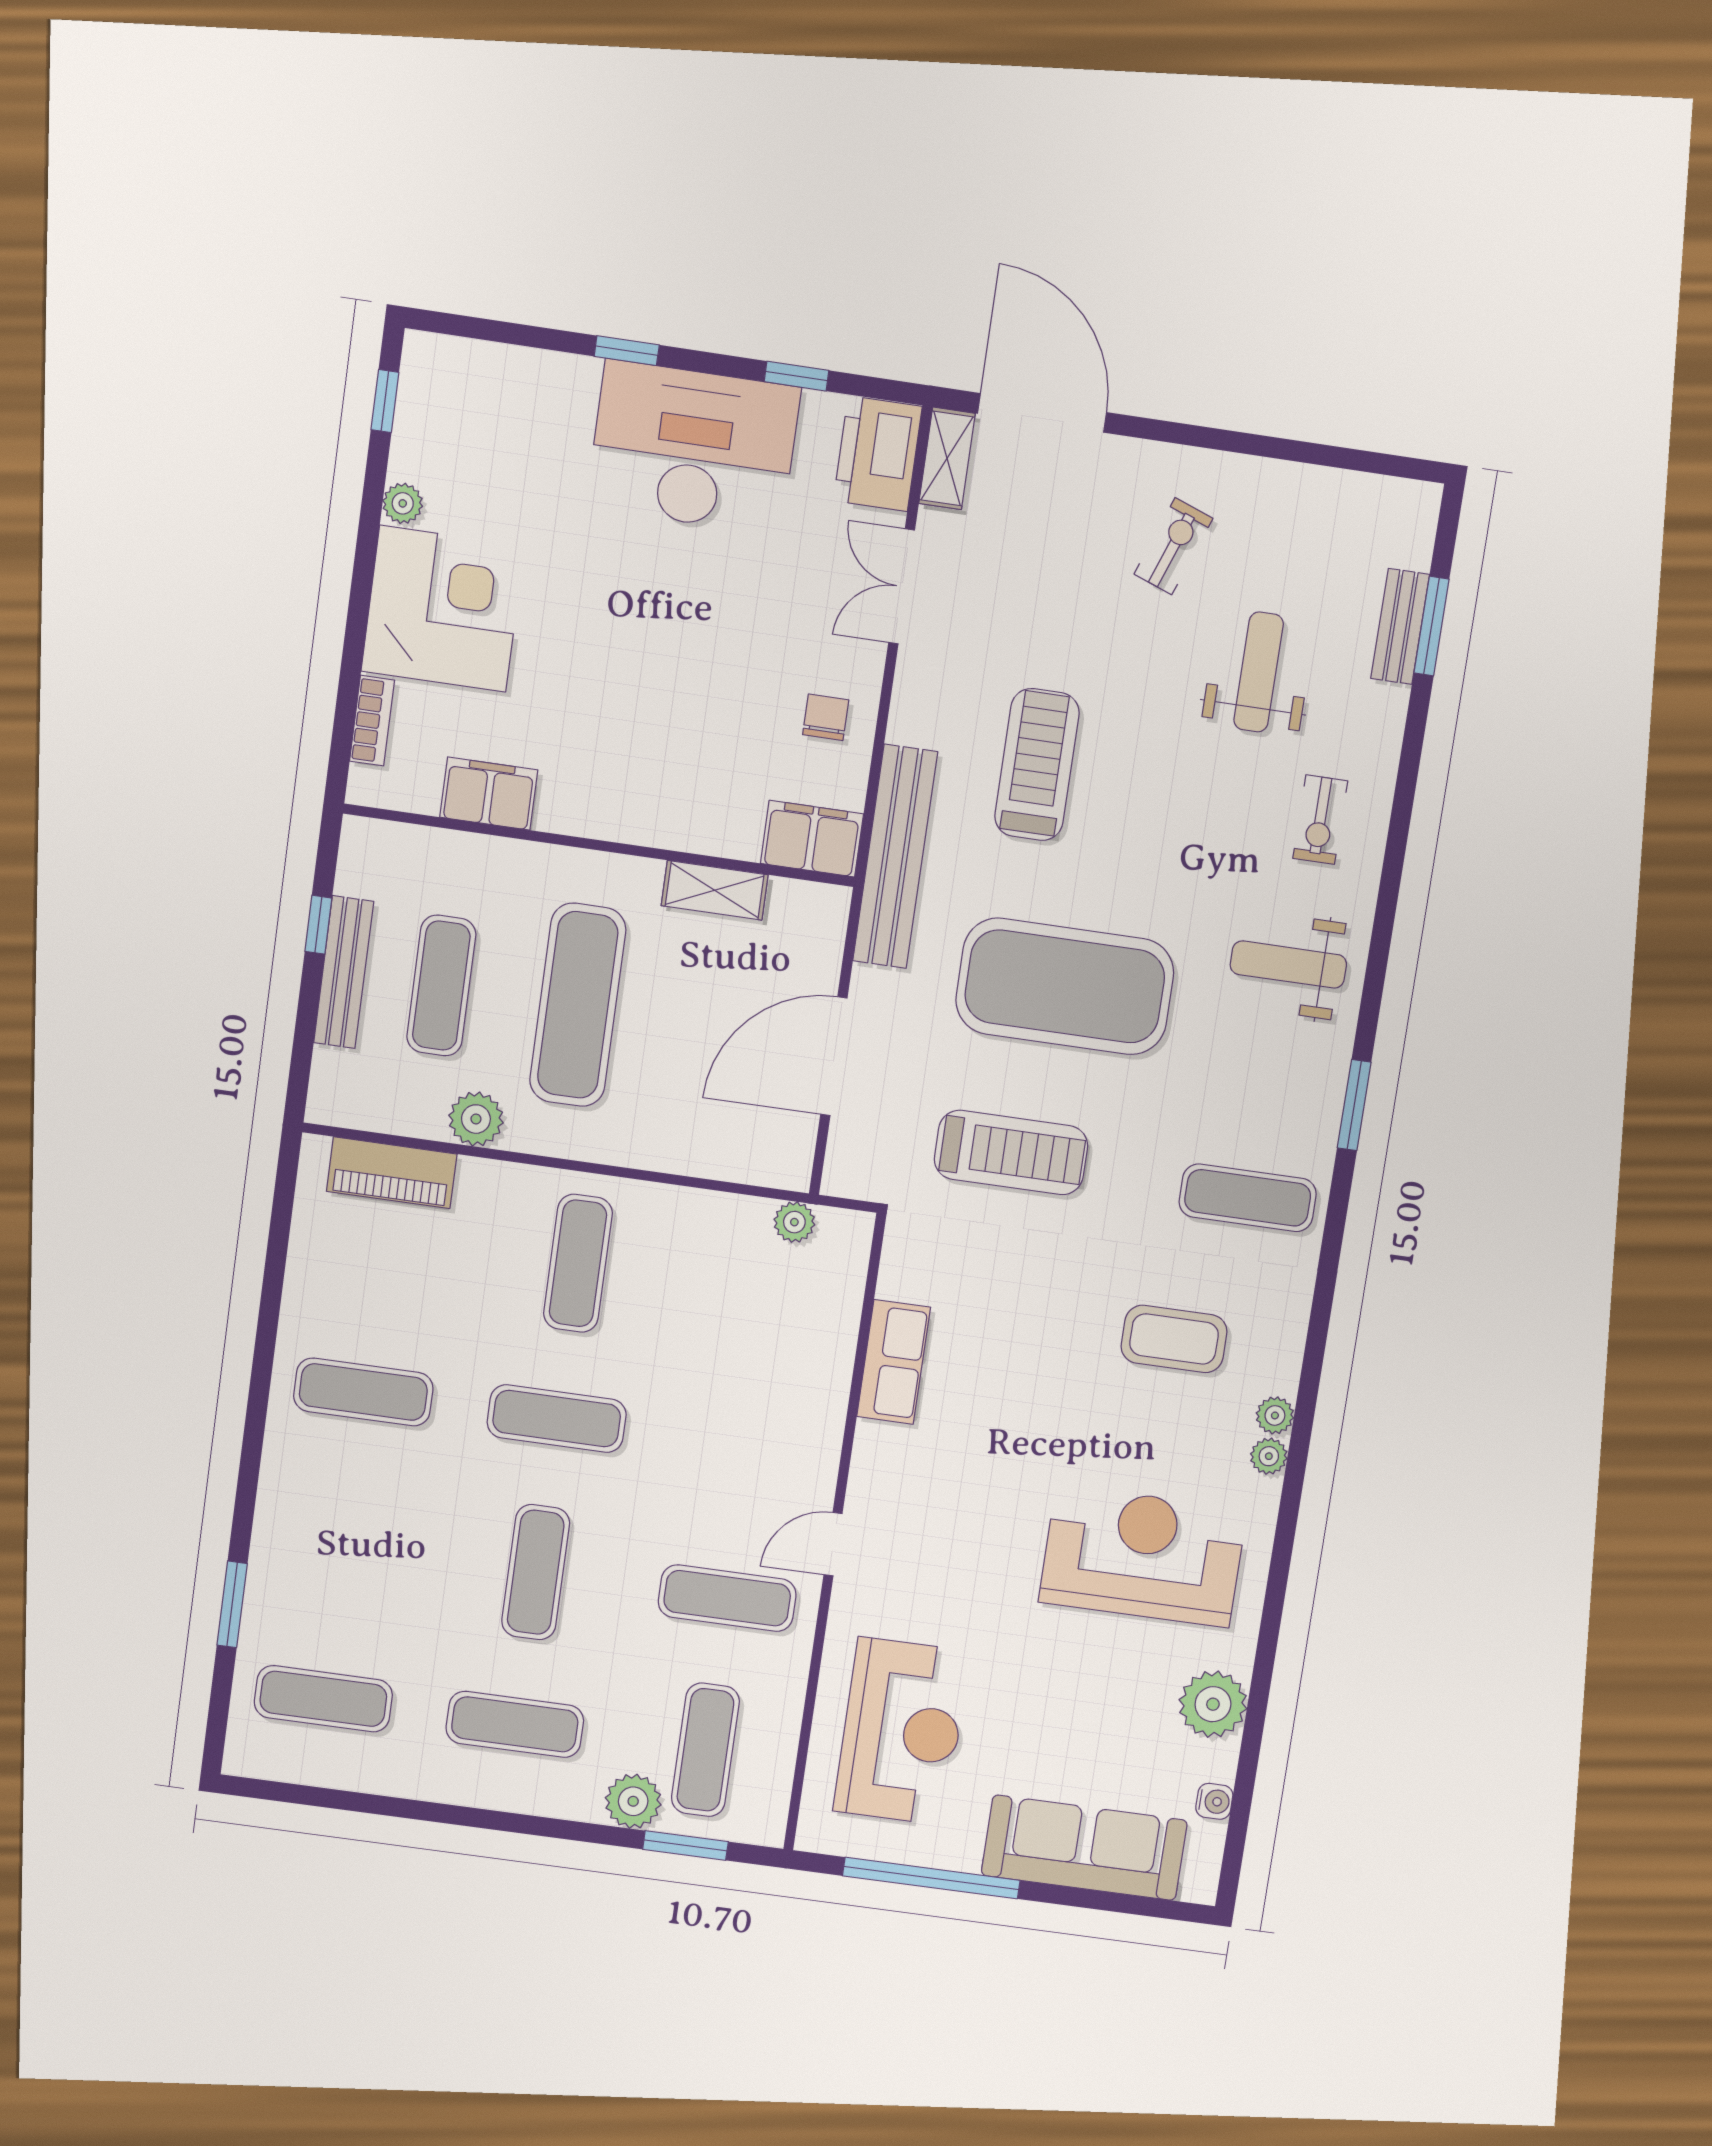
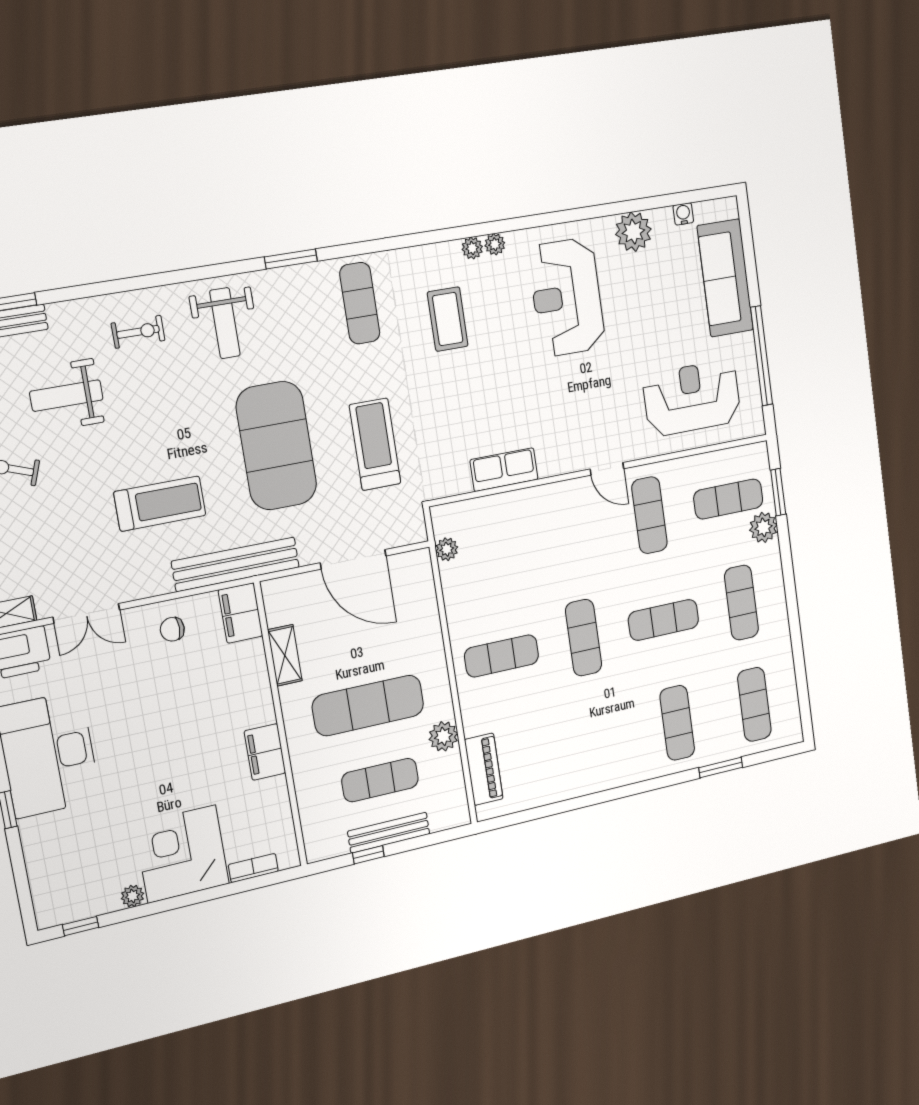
treadmill: (1037, 765) -> (160, 504), turned 180
filing cabinet: (489, 794) -> (265, 752), moved
exercise mat: (363, 1392) -> (677, 723), moved

